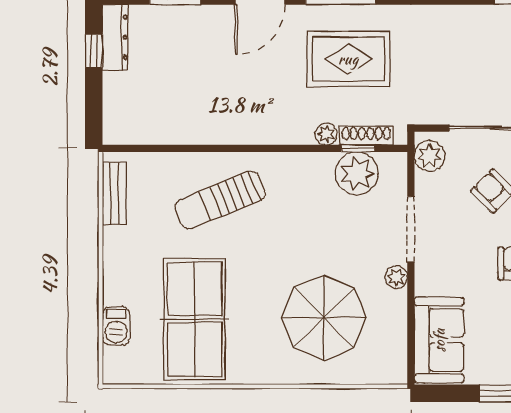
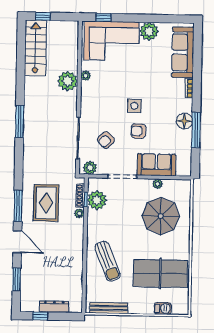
dresser: (115, 37) -> (54, 307), moved
bench: (114, 193) -> (109, 308), width x1.36
plant: (396, 277) -> (158, 184), moved
sofa: (439, 340) -> (156, 165), moved

